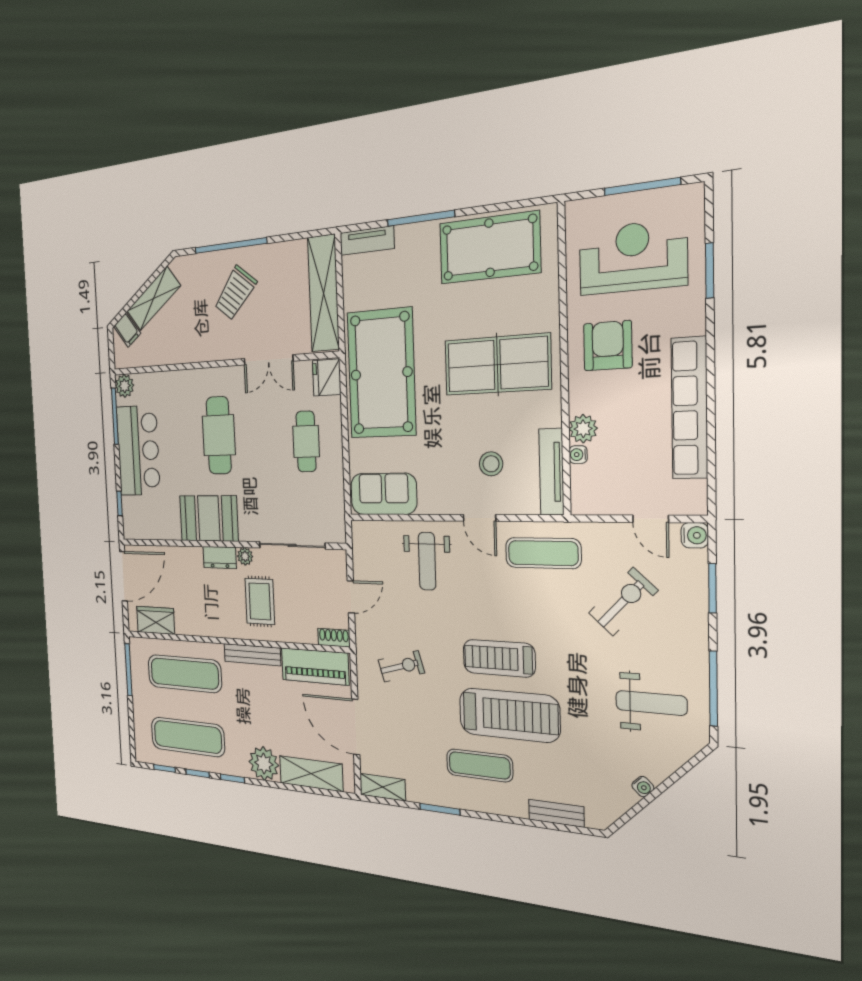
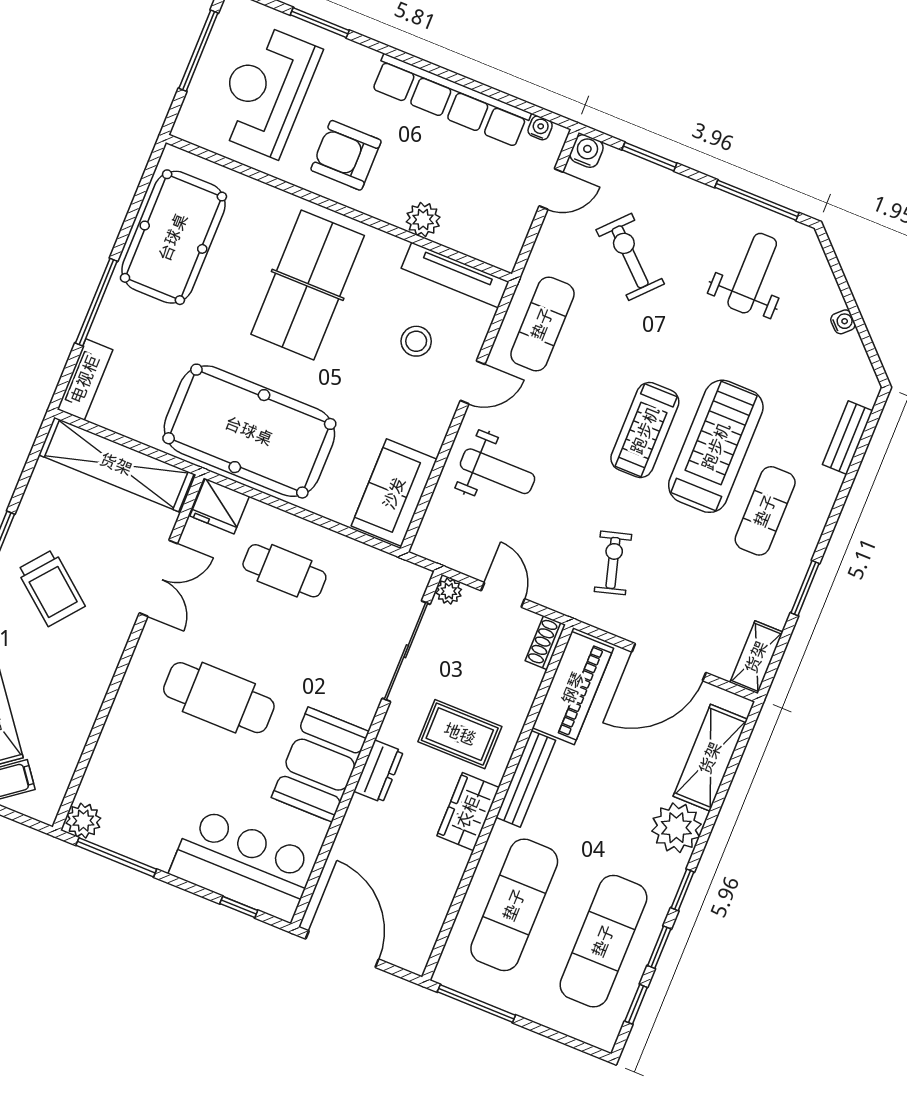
bar counter: (138, 451) -> (243, 865), moved
water cooler: (578, 455) -> (540, 128), moved, turned 180
plant: (245, 556) -> (449, 591), moved
wardrobe: (156, 620) -> (468, 812), moved

